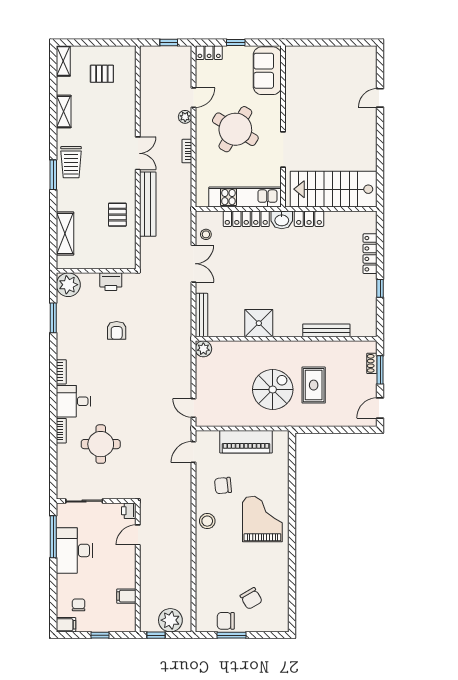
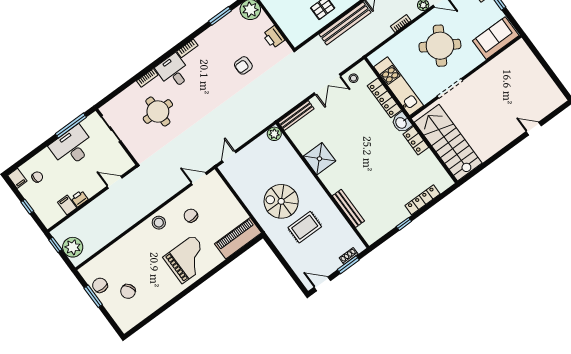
spiral stairs: (273, 390) -> (281, 201), turned 180
piano: (246, 442) -> (238, 238), moved, turned 90
printer: (129, 511) -> (79, 199), moved

